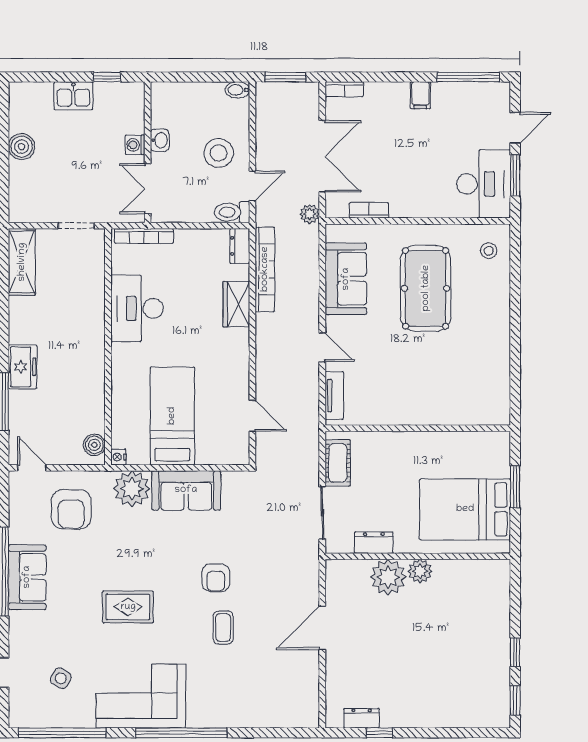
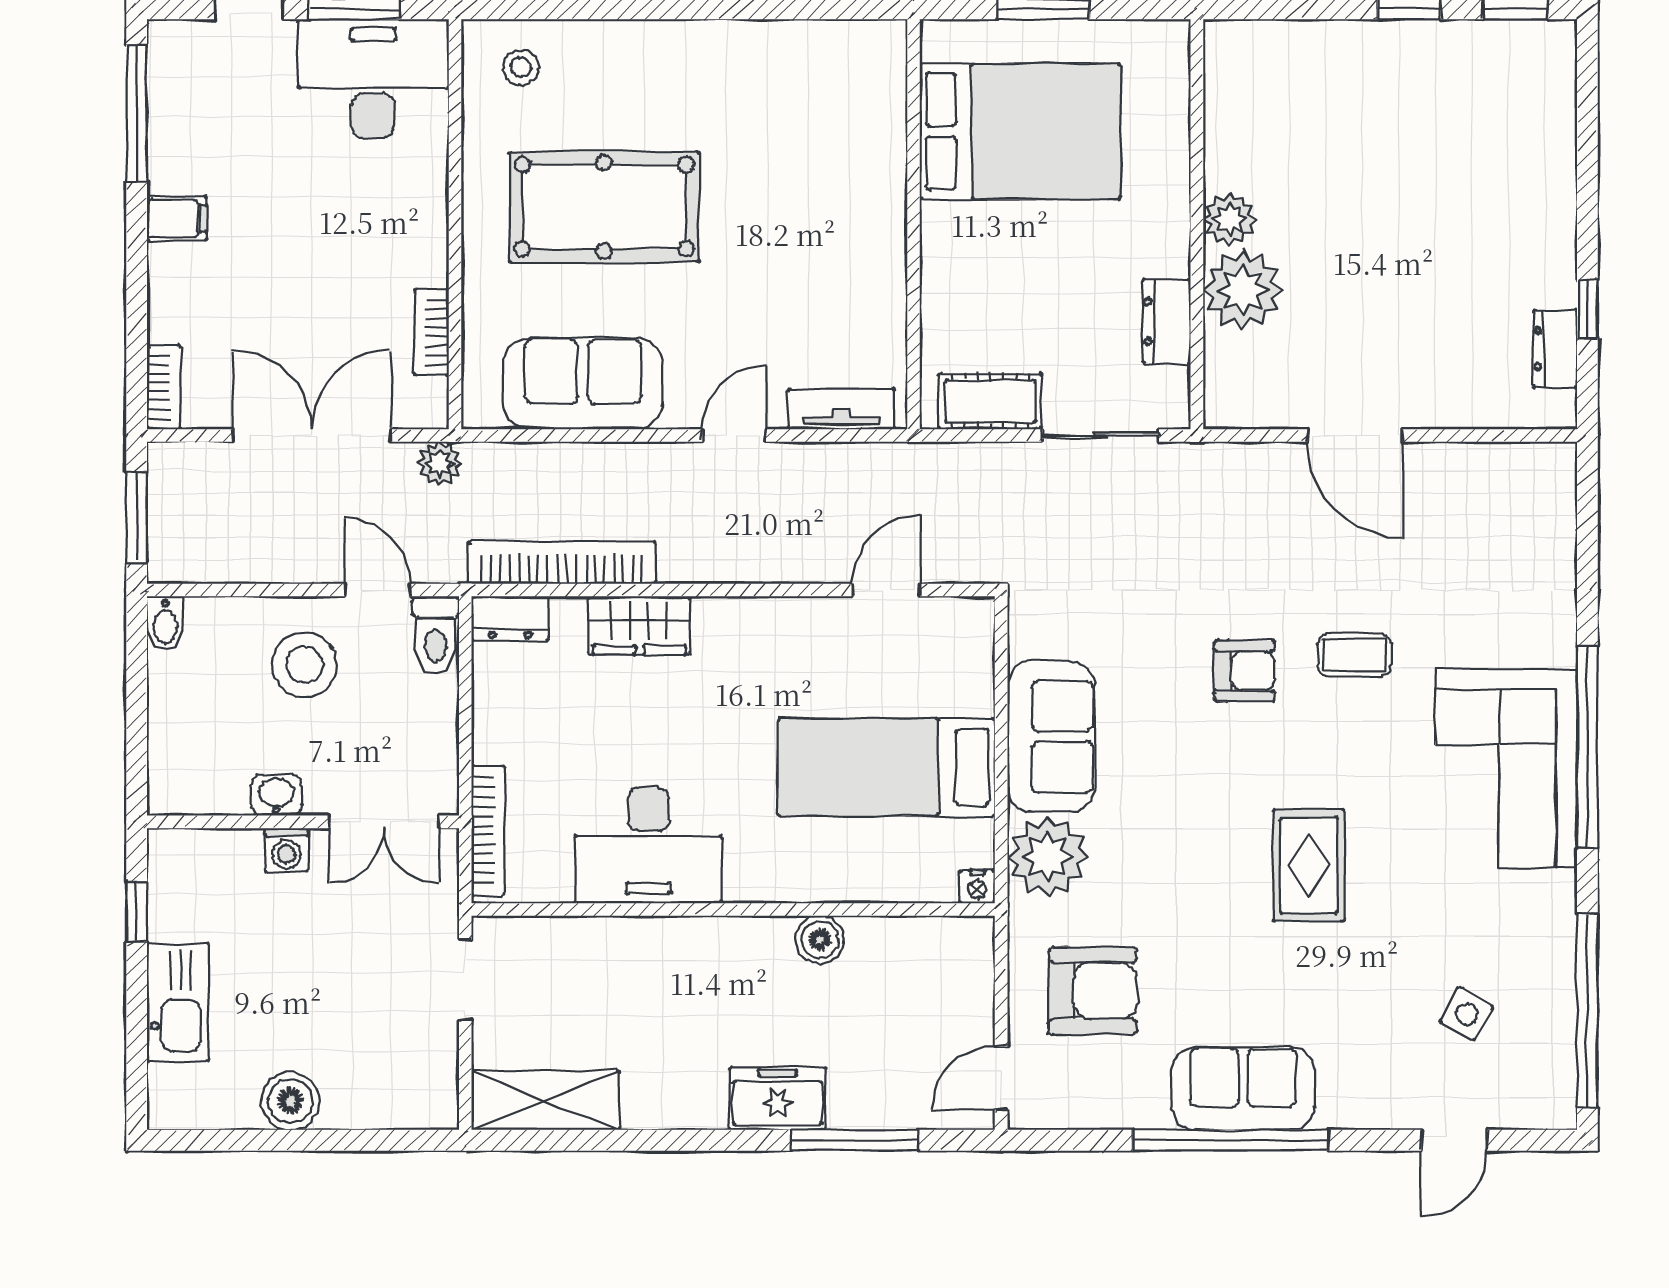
kitchen sink: (73, 96) -> (178, 1002), width x1.38
boiler: (94, 445) -> (820, 940), moved
bed: (465, 509) -> (1020, 131), moved, turned -90
corner sofa: (141, 696) -> (1506, 768), moved

